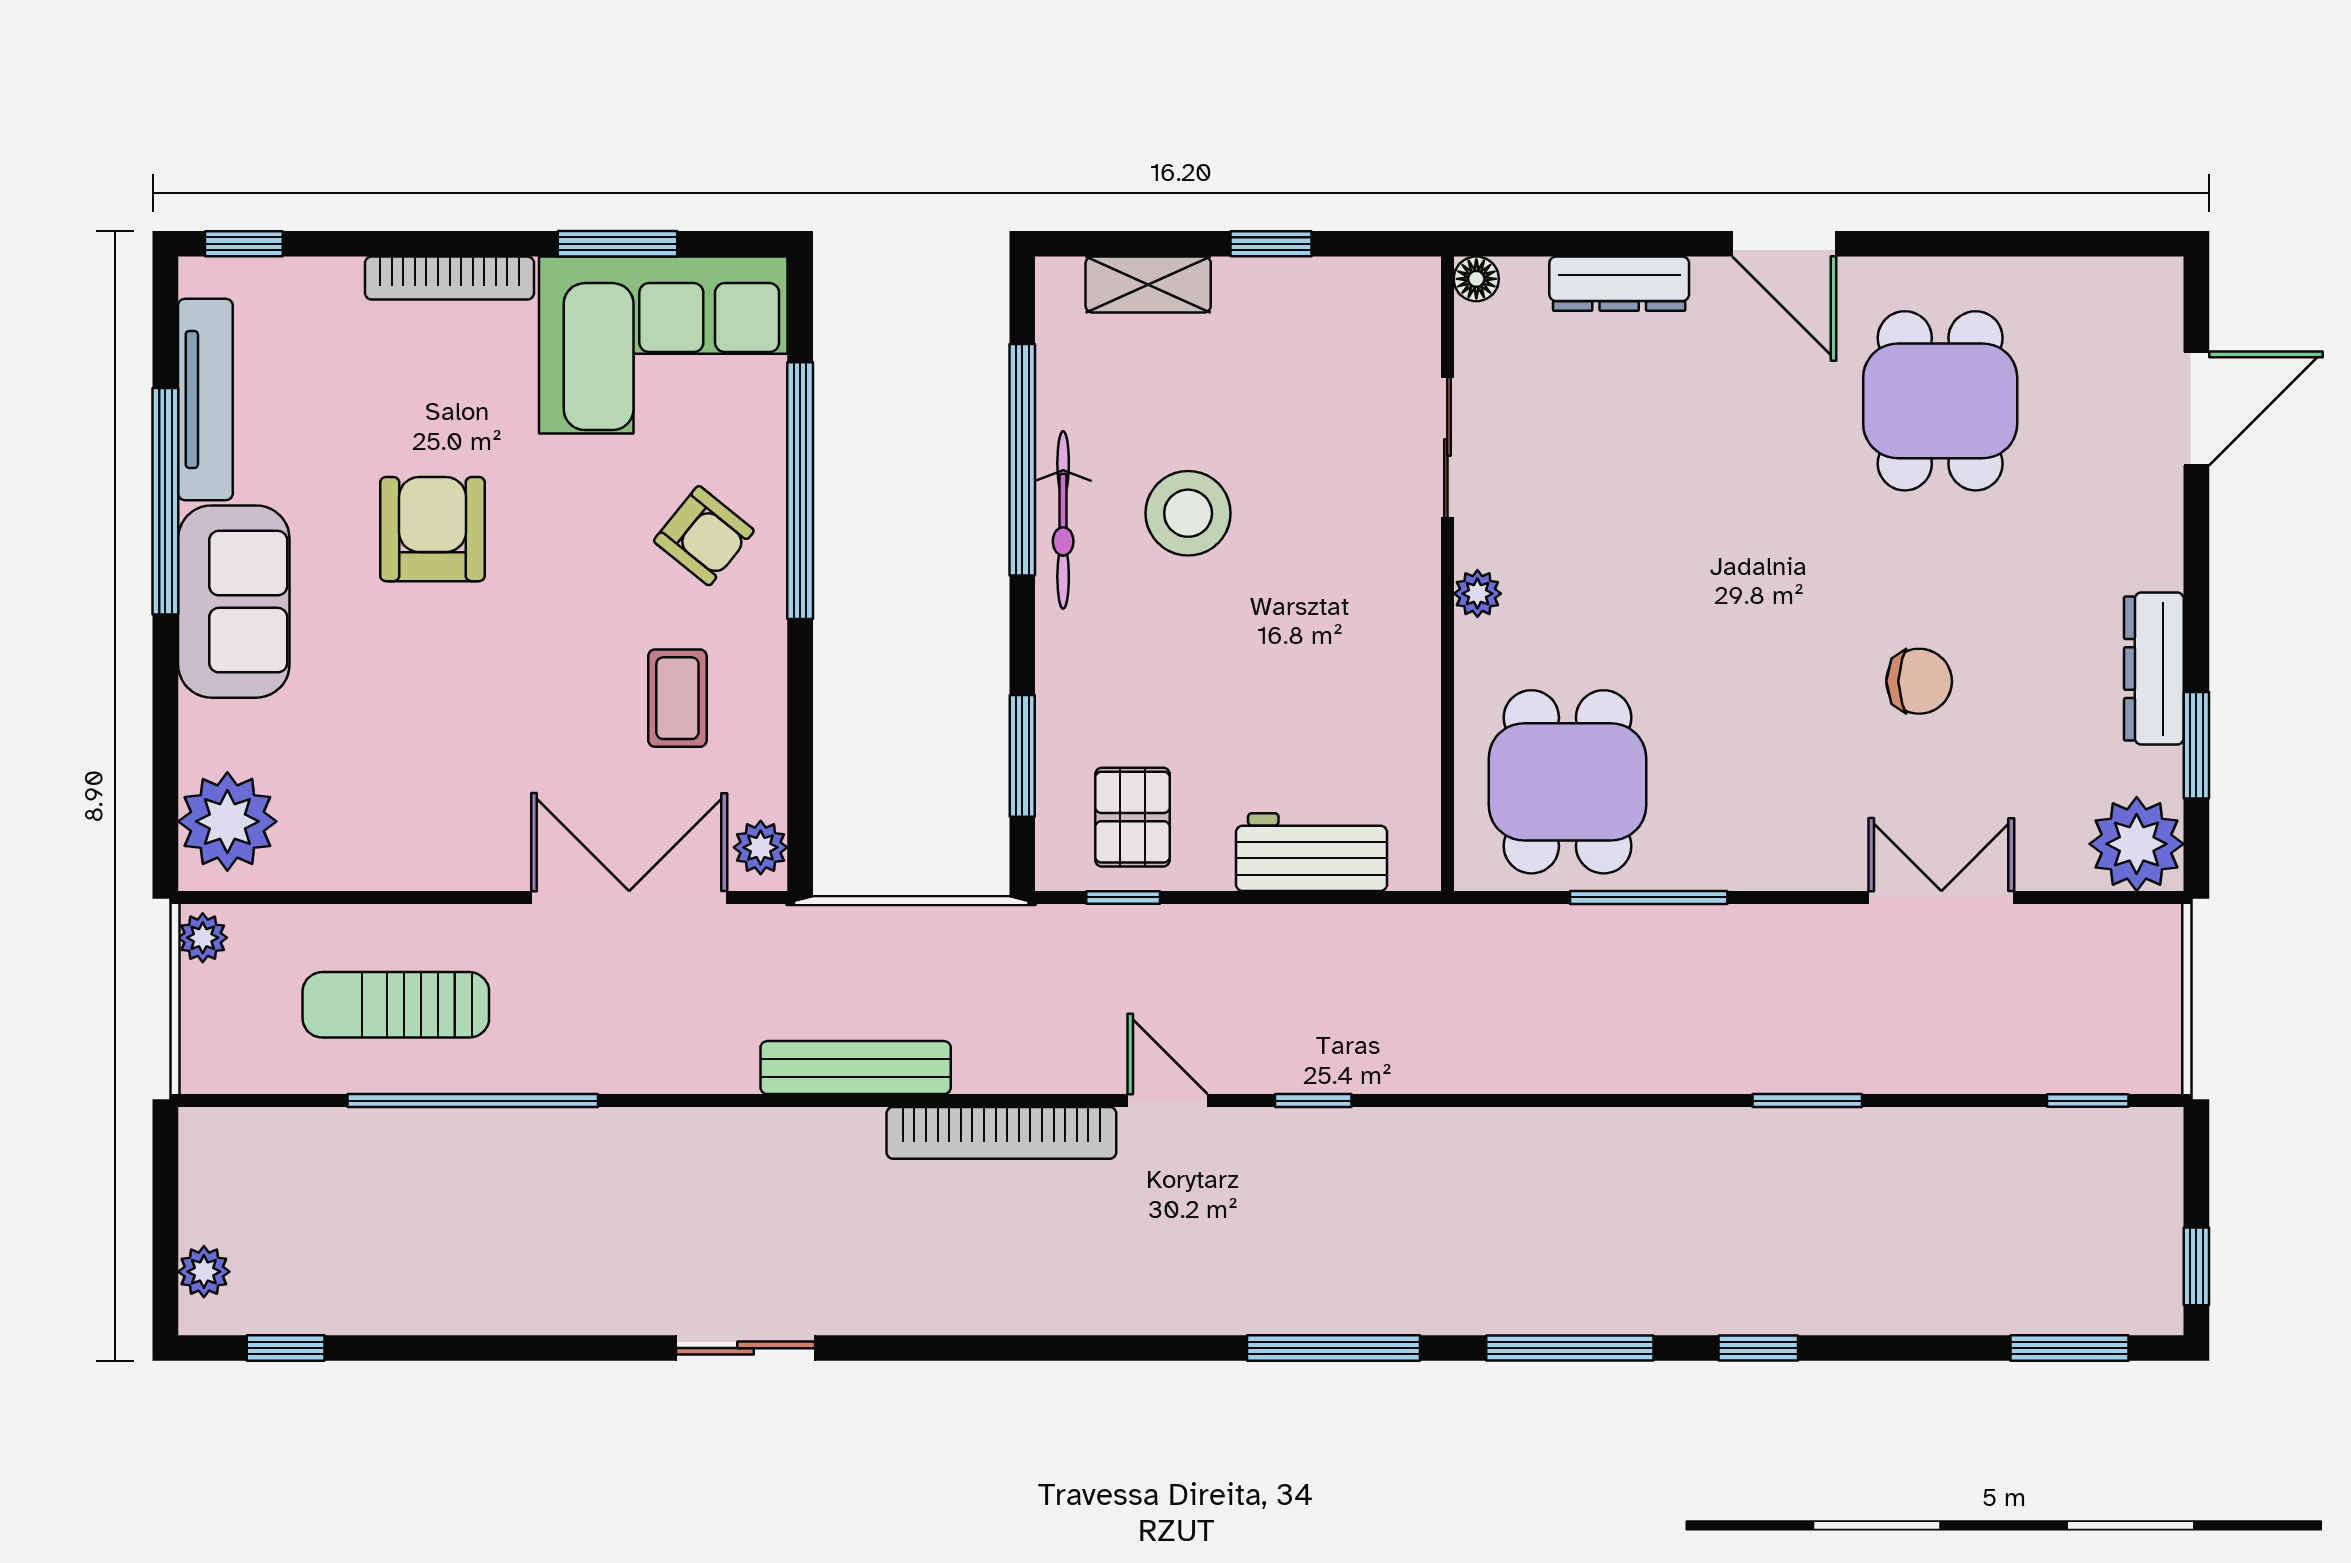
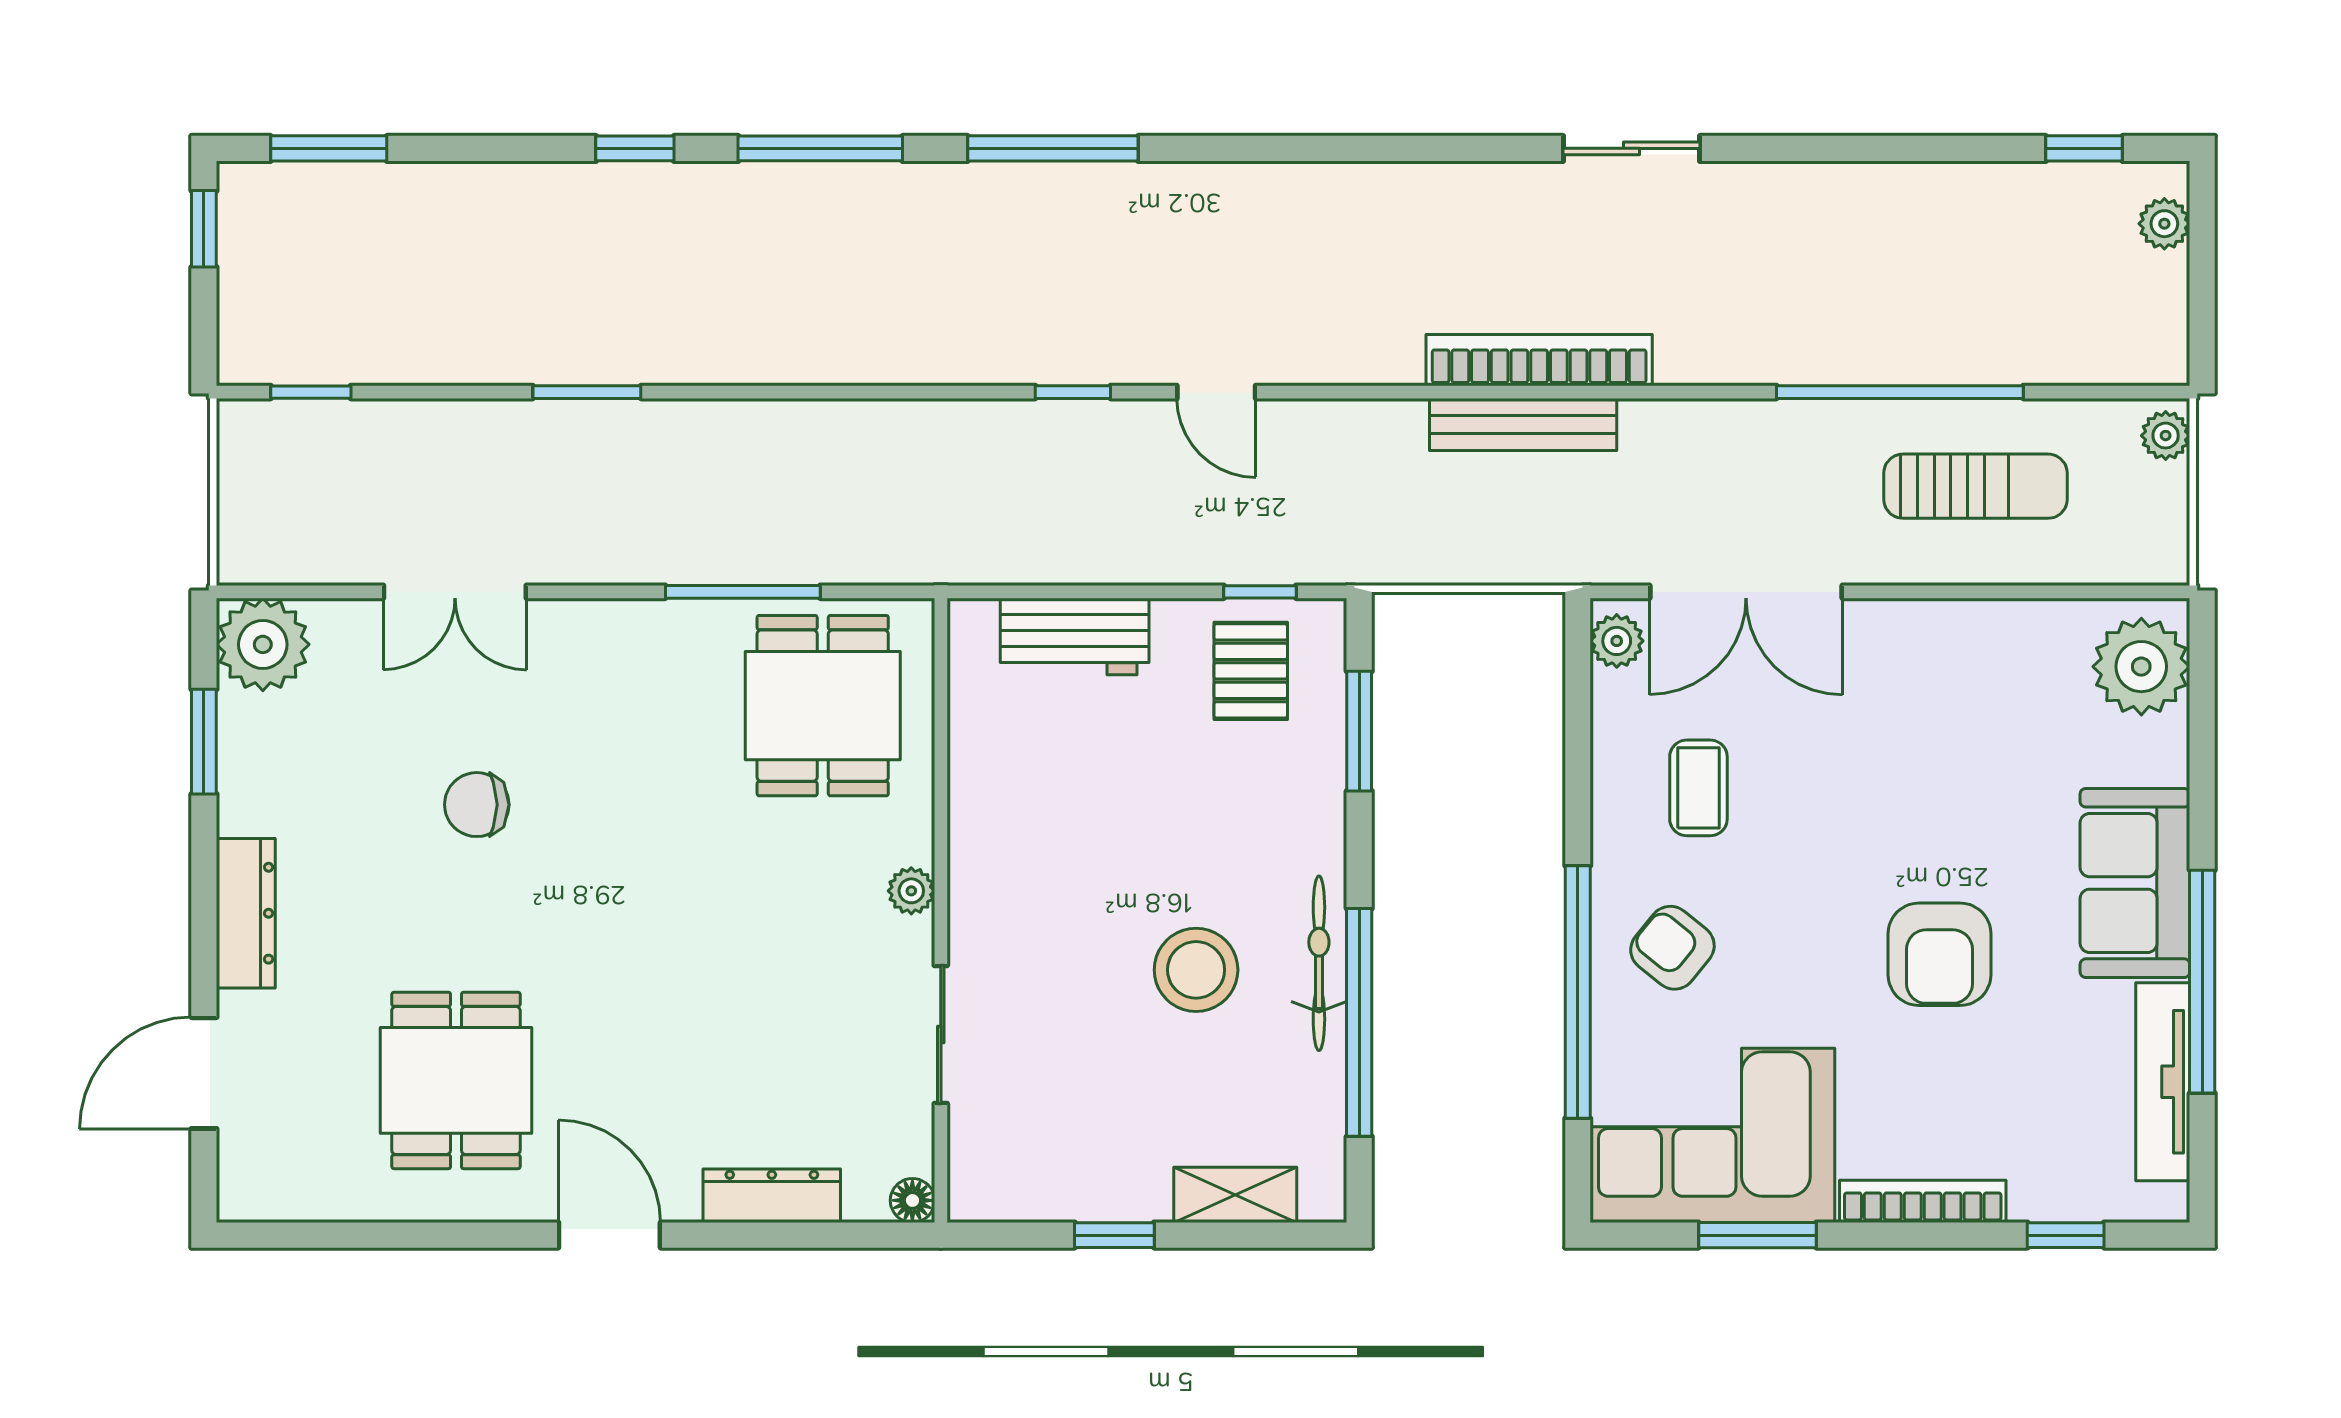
window: (244, 244) -> (2066, 1235), moved
dresser: (2154, 669) -> (246, 913), moved
plant: (203, 938) -> (2166, 436), moved
bookcase: (1001, 1133) -> (1539, 360), moved

